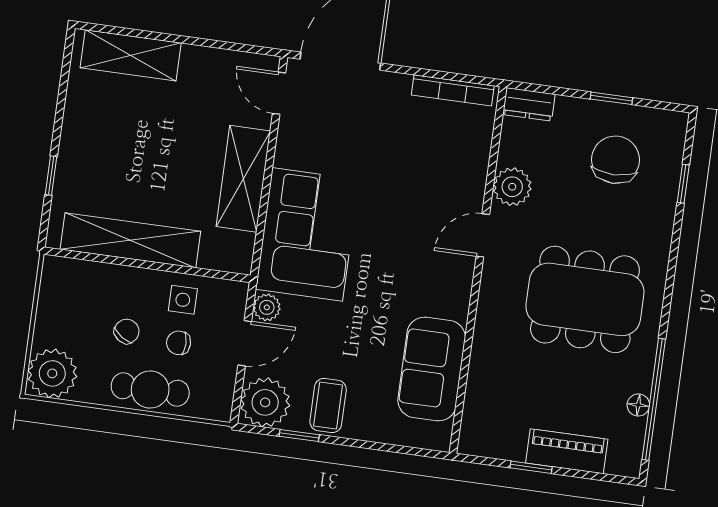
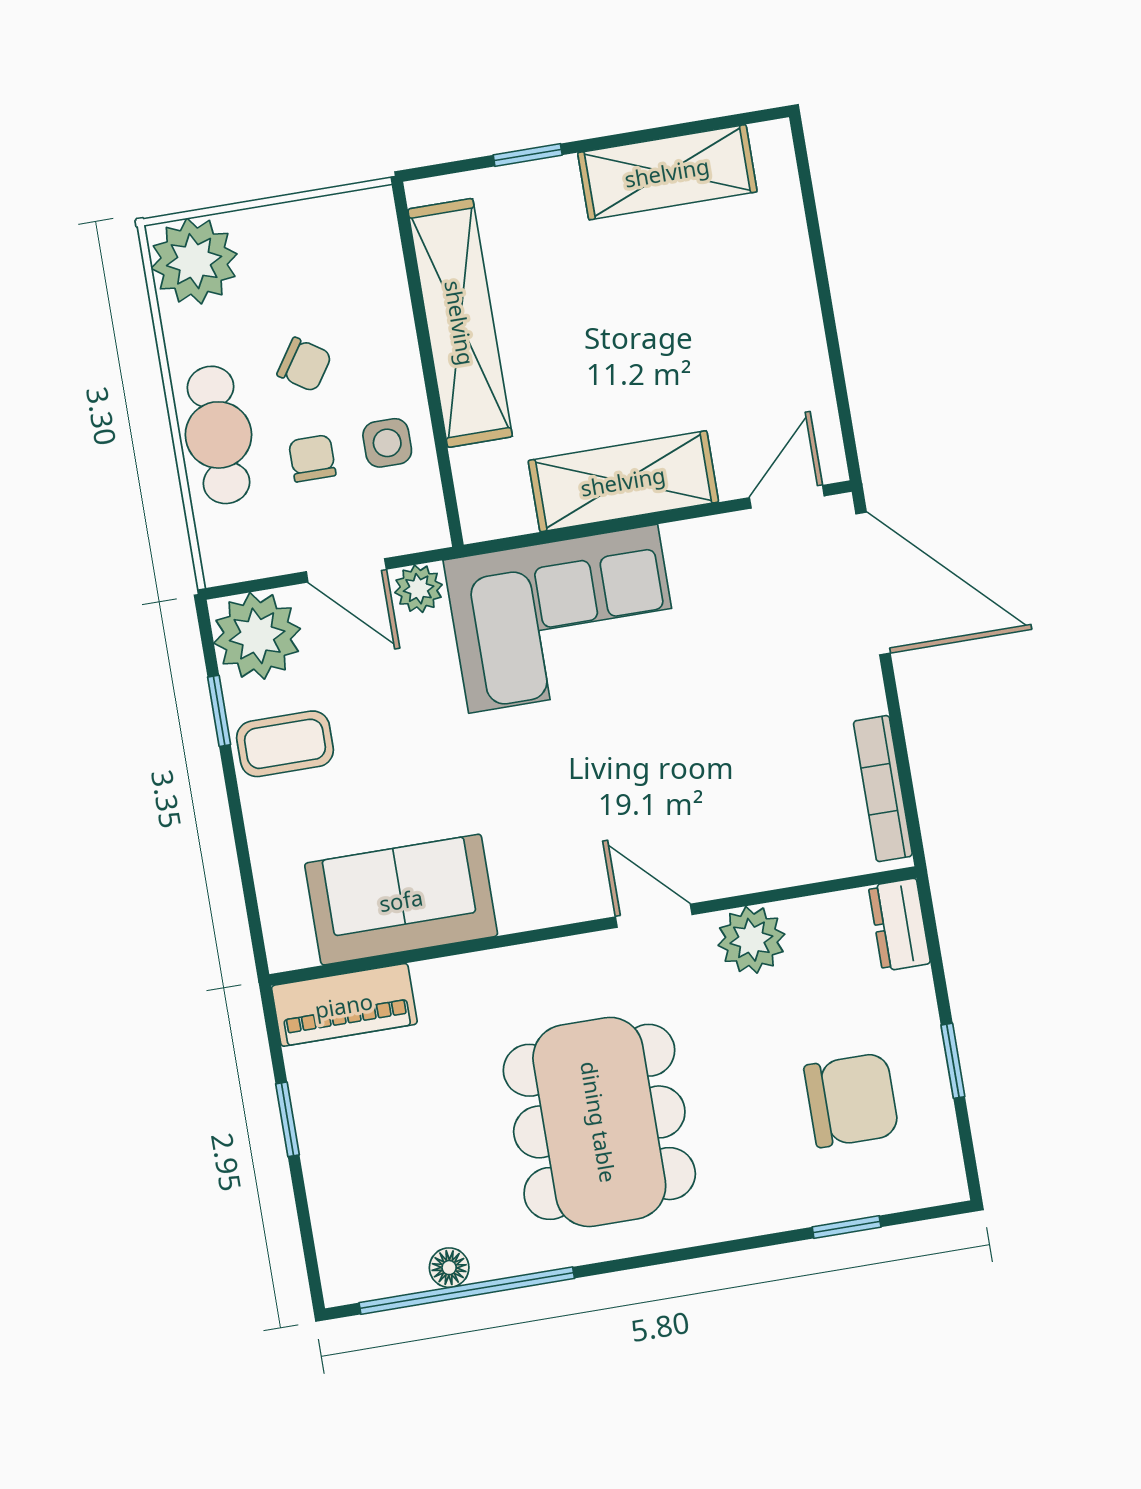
shelving: (131, 55) -> (667, 172), moved, turned 90
piano: (567, 451) -> (344, 1005), moved, turned 90

